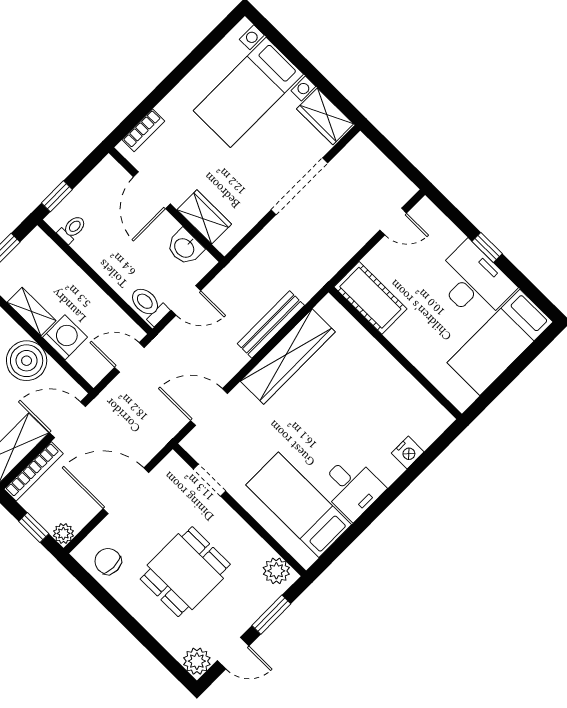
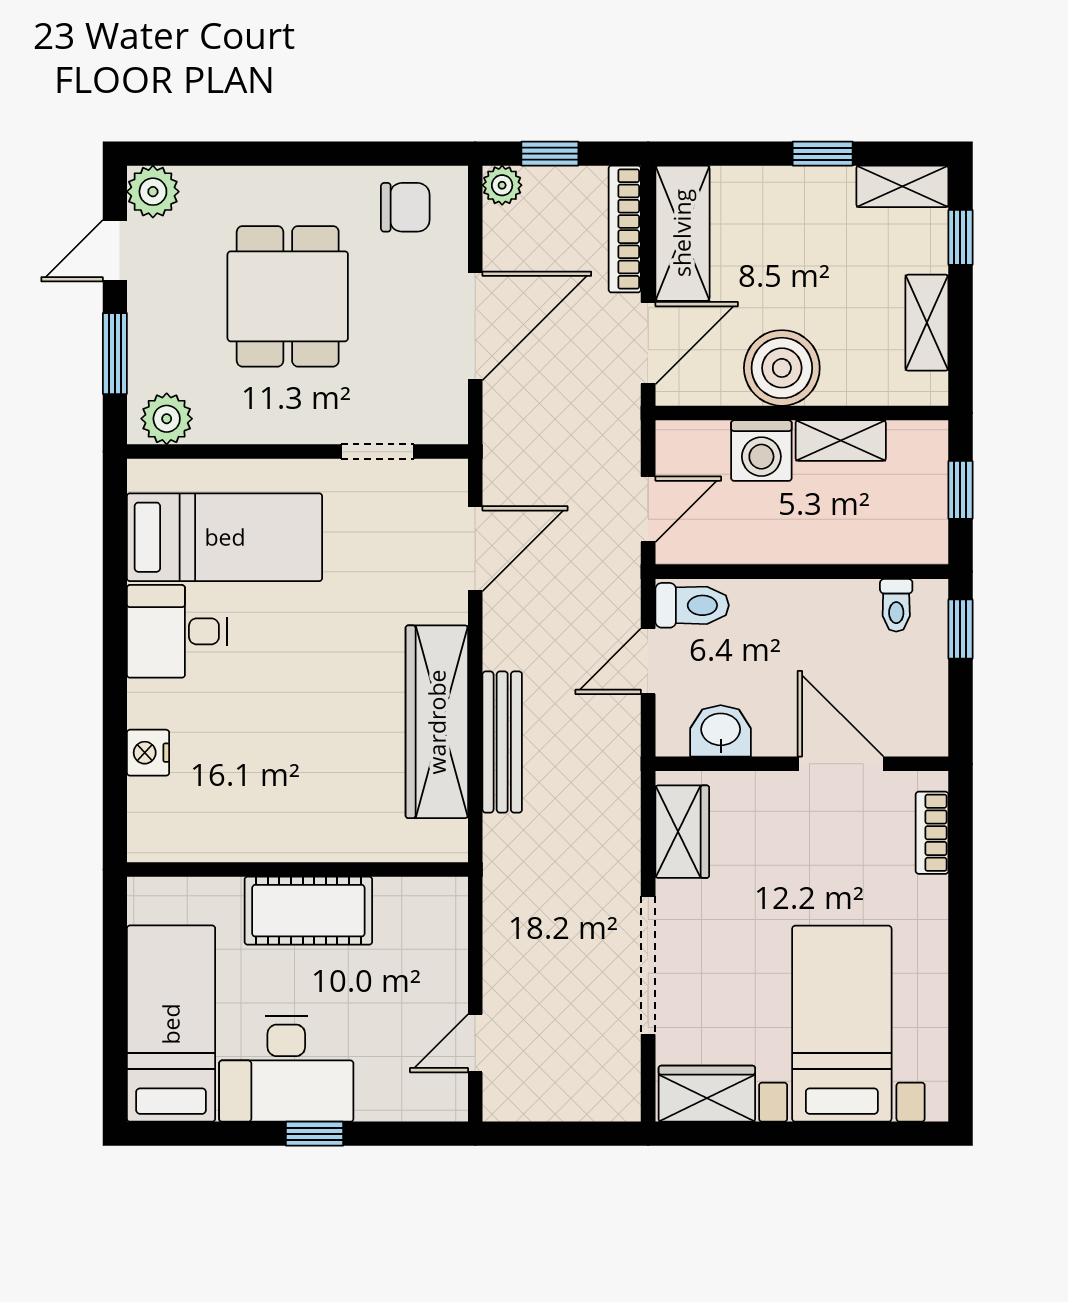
wardrobe: (204, 217) -> (682, 832), moved, turned -90
cot: (370, 298) -> (308, 911), moved

